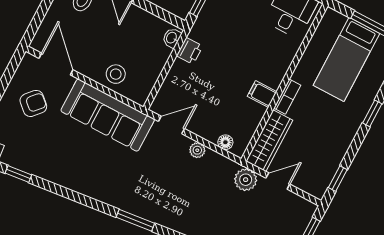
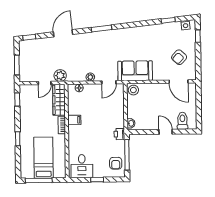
printer: (190, 51) -> (119, 134), moved
stool: (116, 74) -> (133, 90), moved
sofa: (108, 115) -> (135, 71), width x0.73

